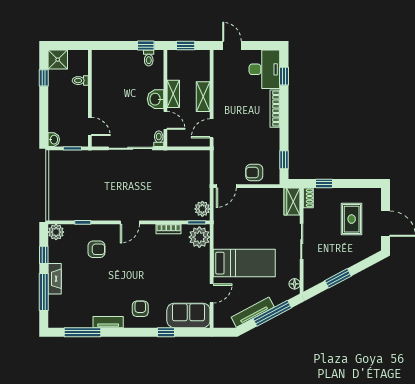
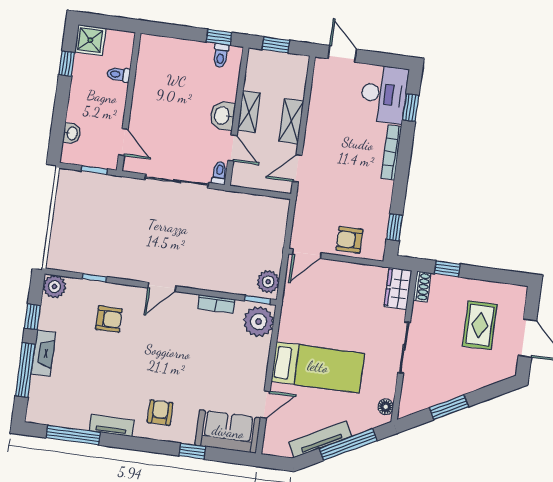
washbasin: (54, 140) -> (72, 133), moved

